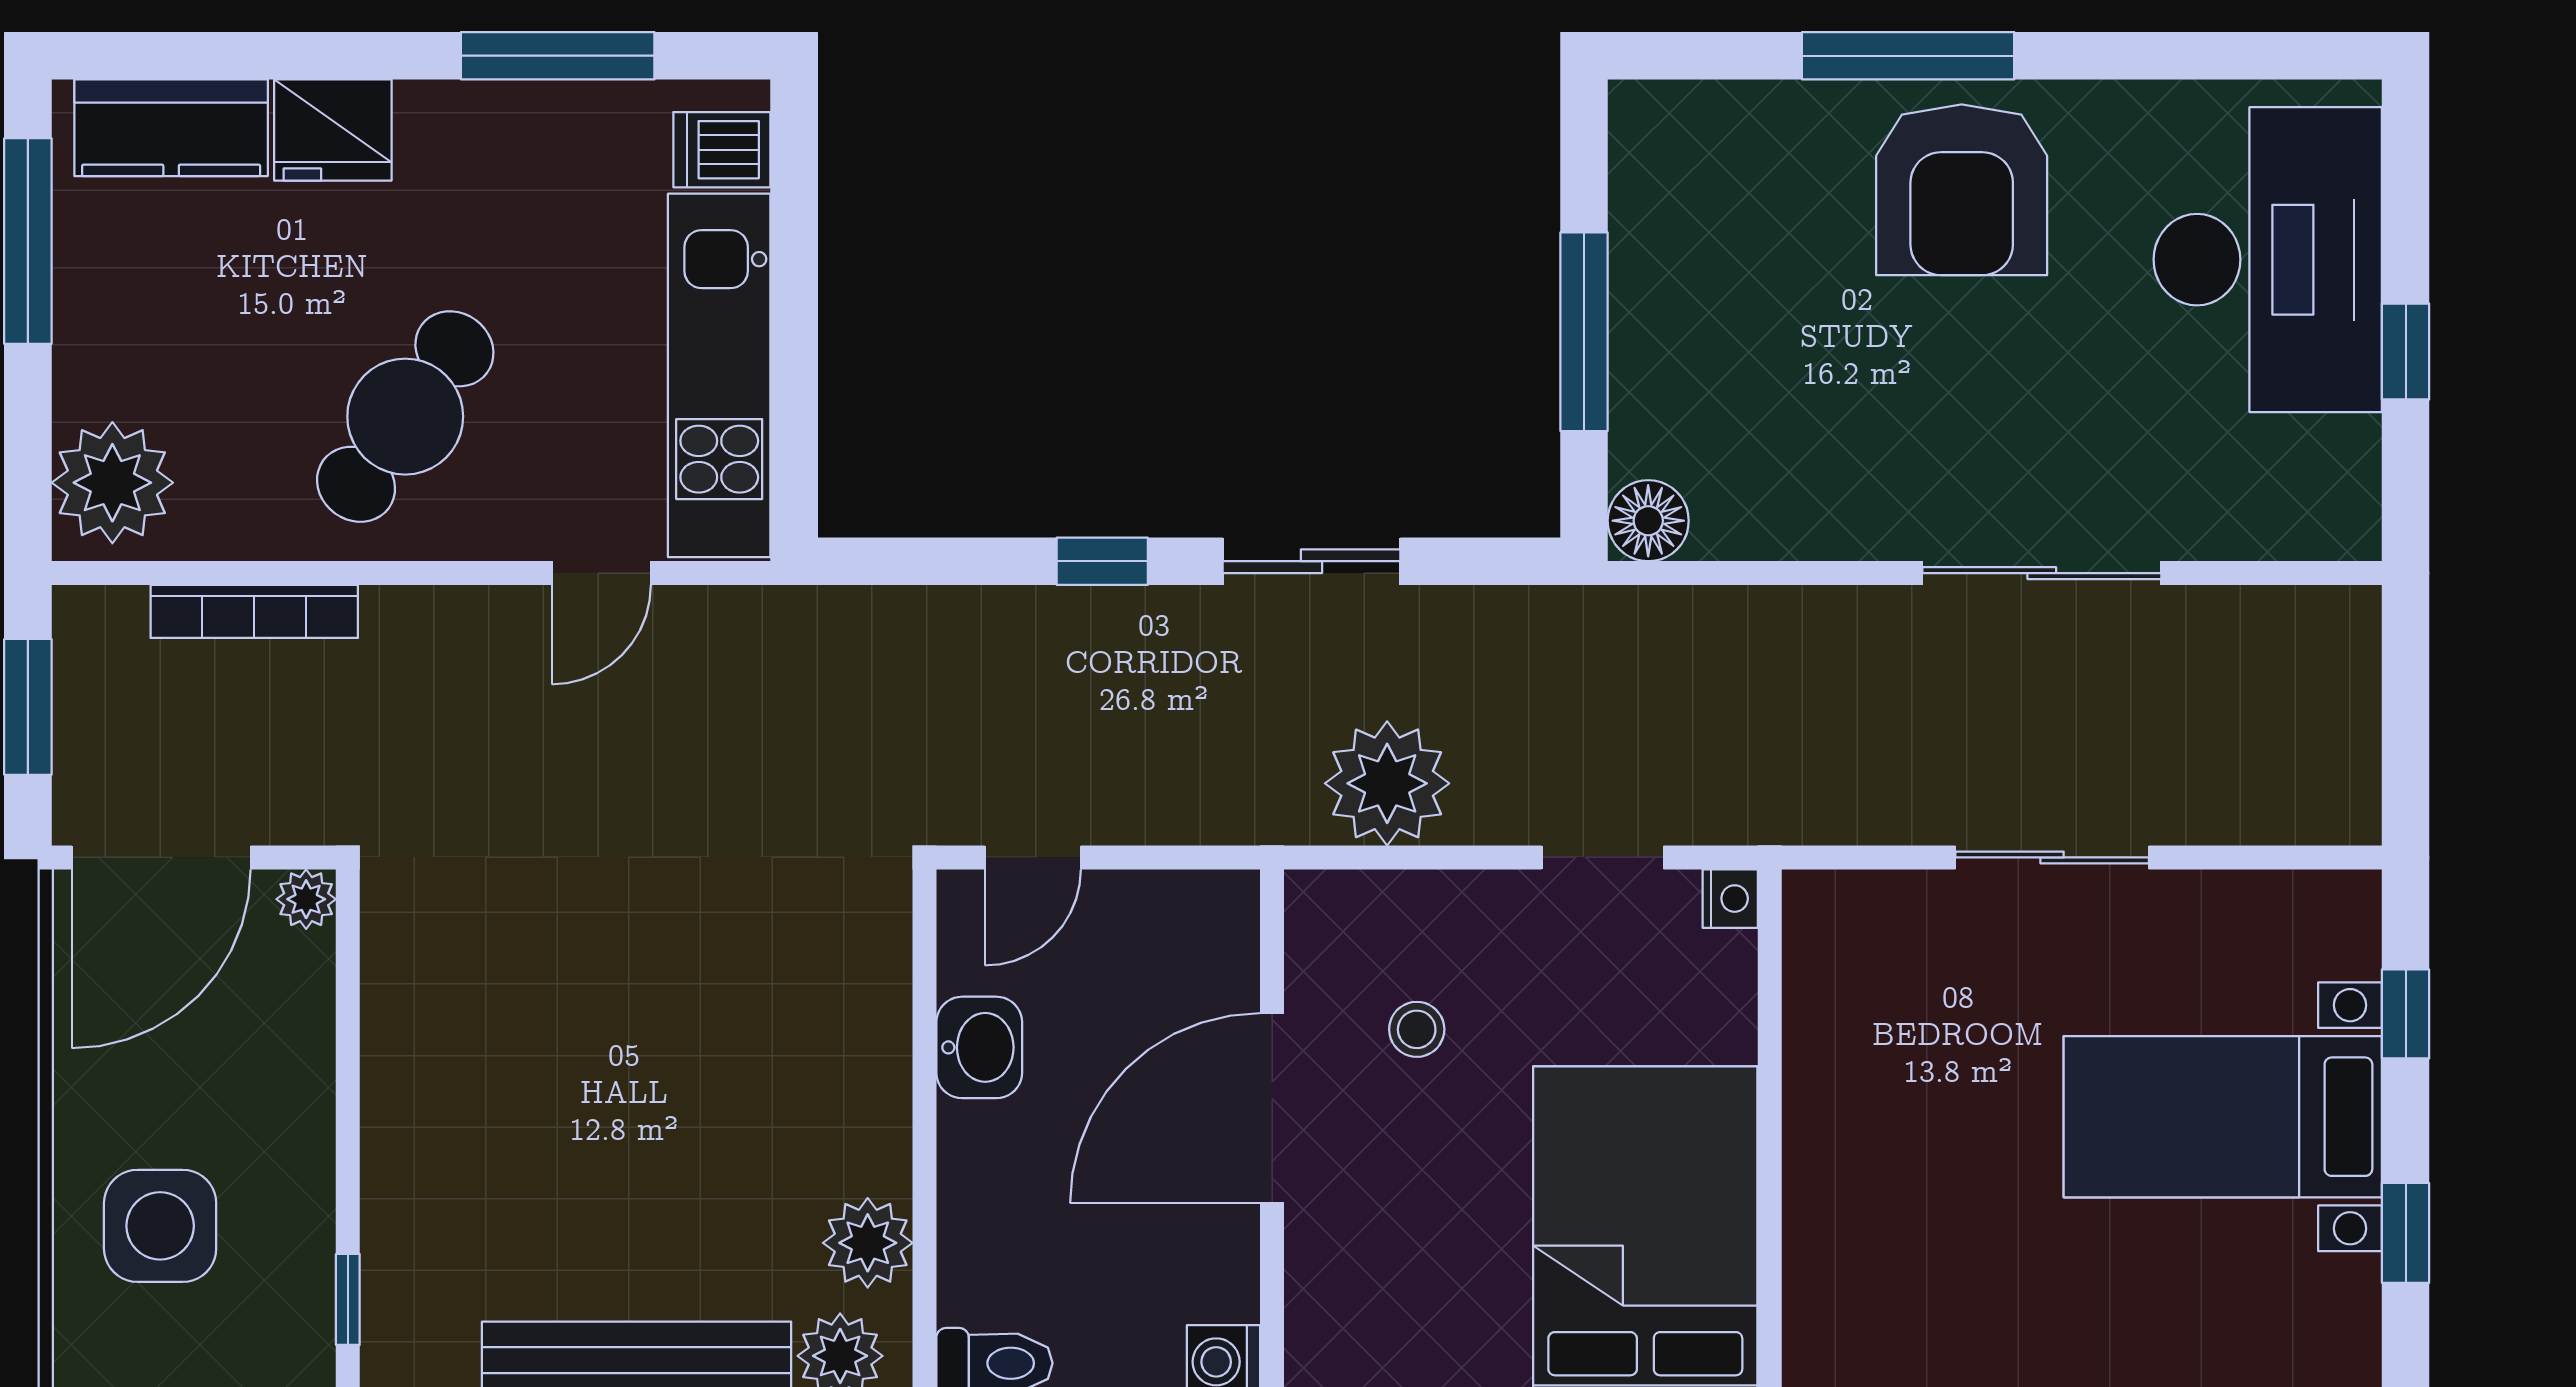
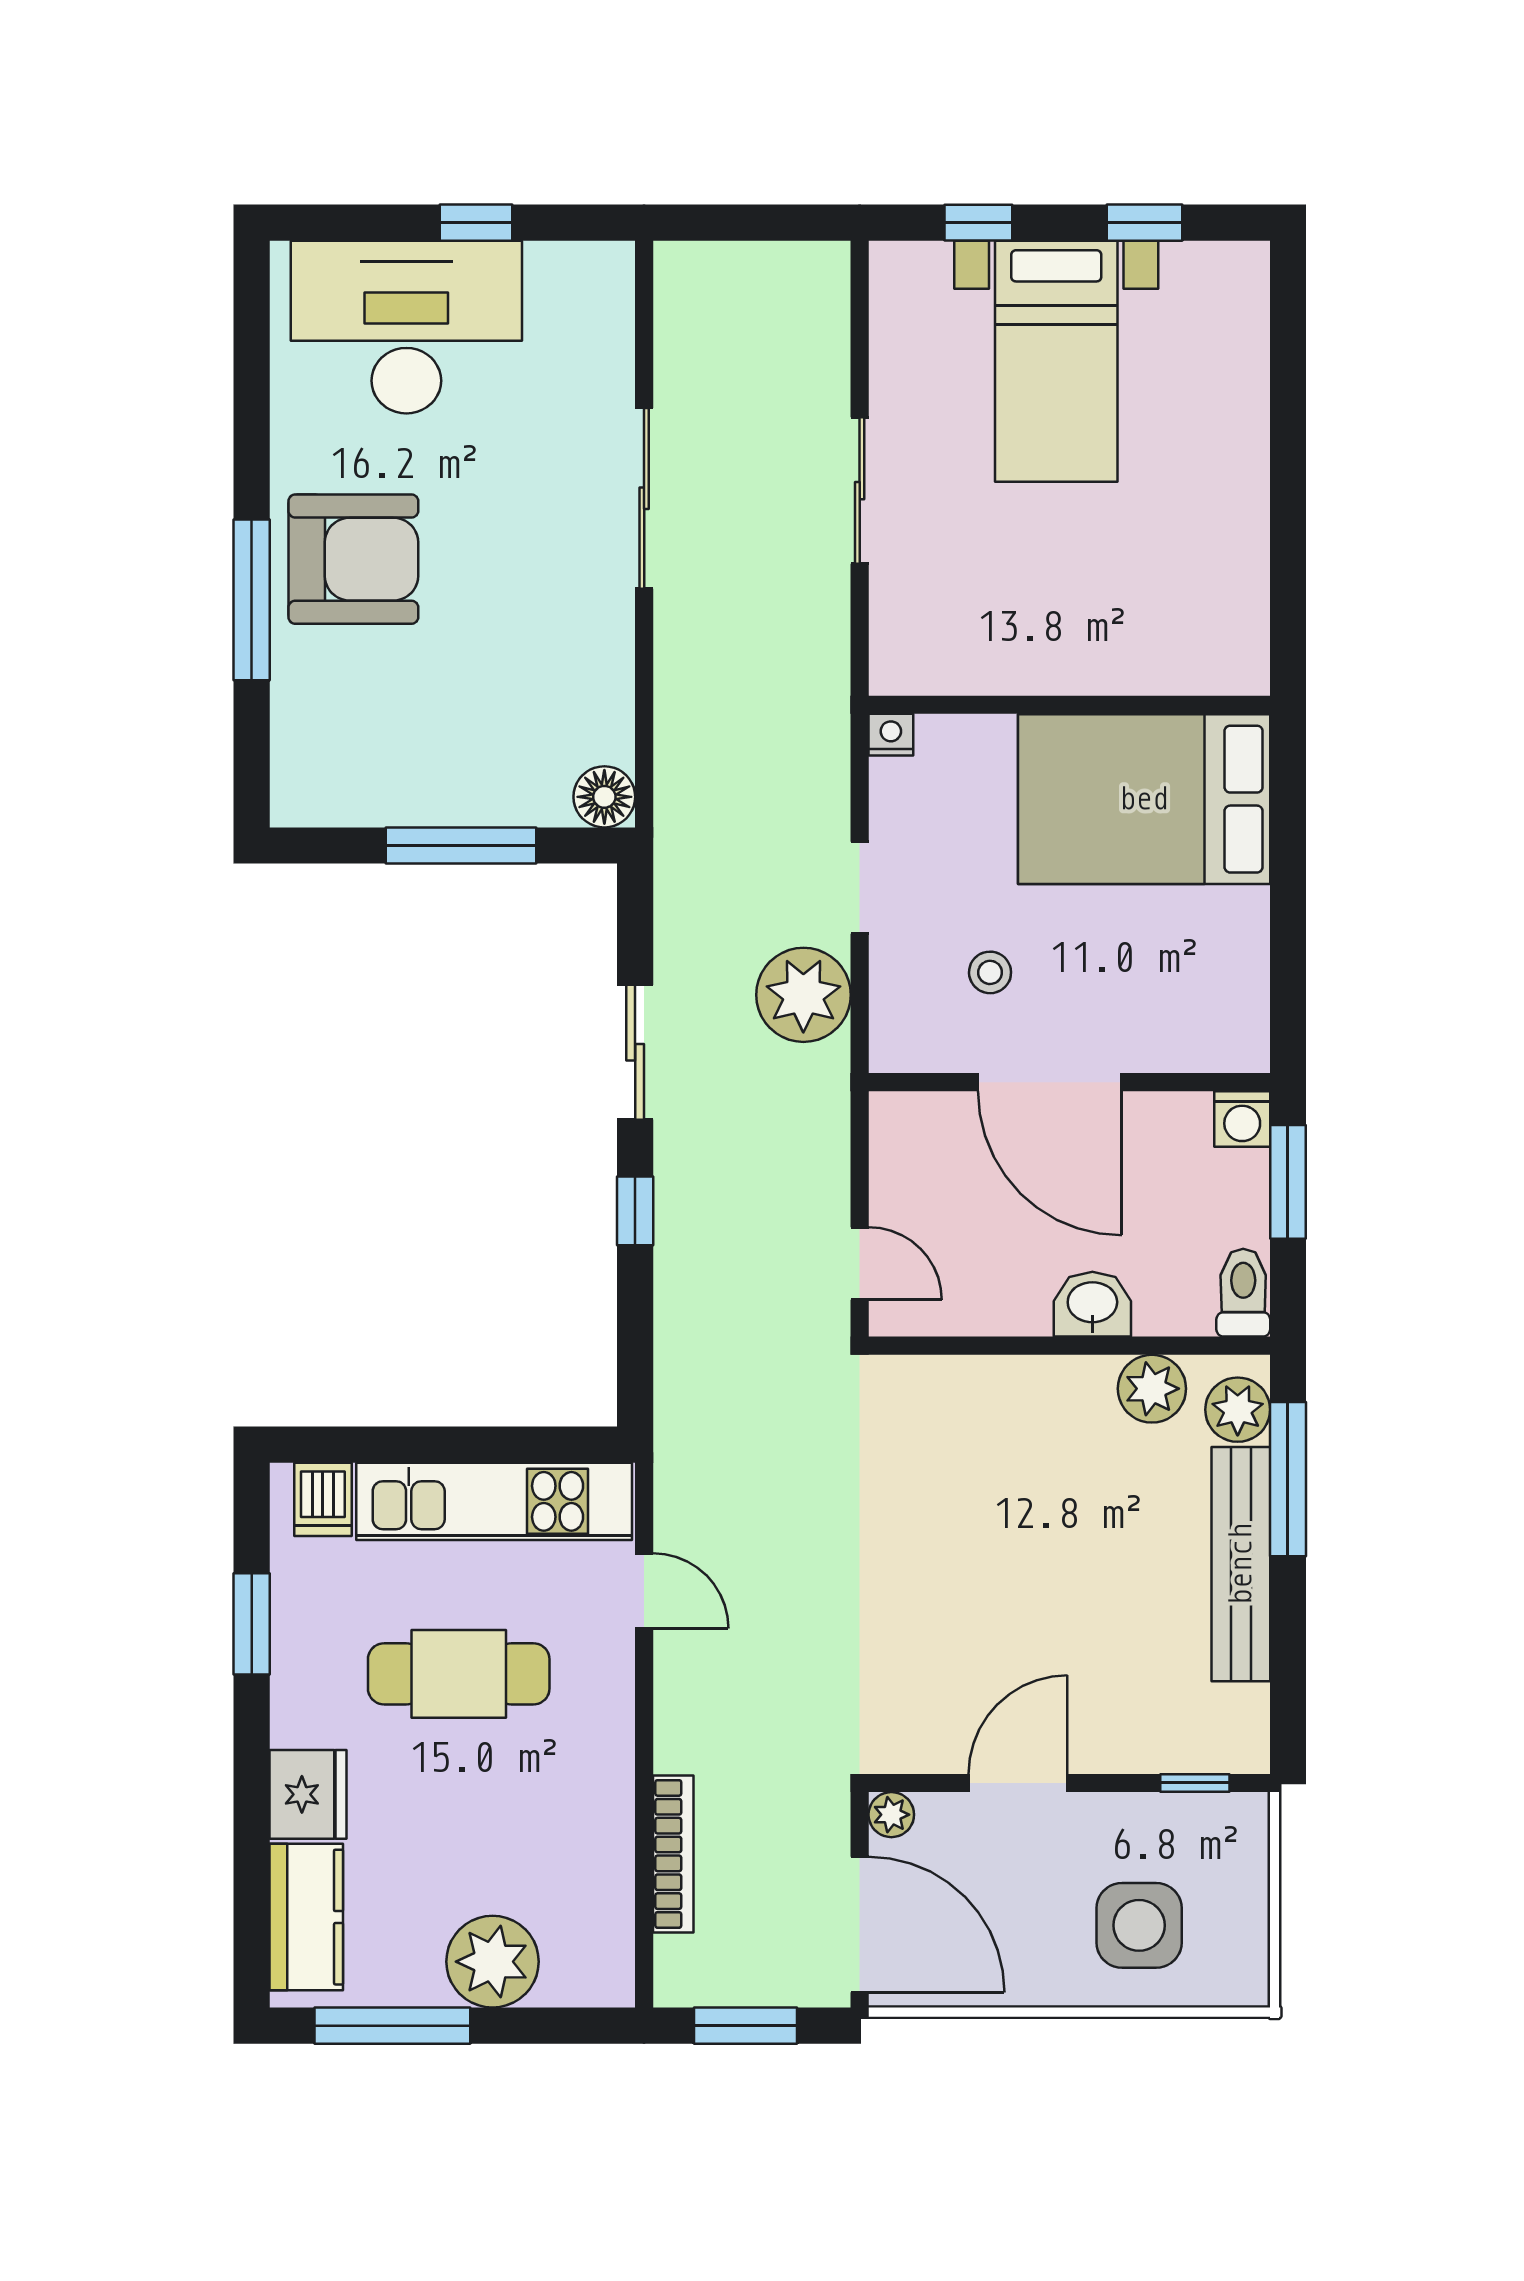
window: (558, 56) -> (252, 1624), width x0.69
cafe table: (405, 417) -> (459, 1674), moved, turned -36
plant: (112, 483) -> (493, 1962), moved
doorway: (1603, 857) -> (860, 888), moved
washbasin: (979, 1047) -> (1092, 1304), moved
door: (348, 1066) -> (1018, 1783), added

